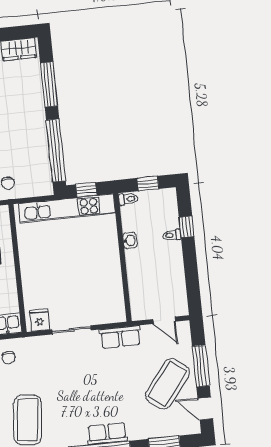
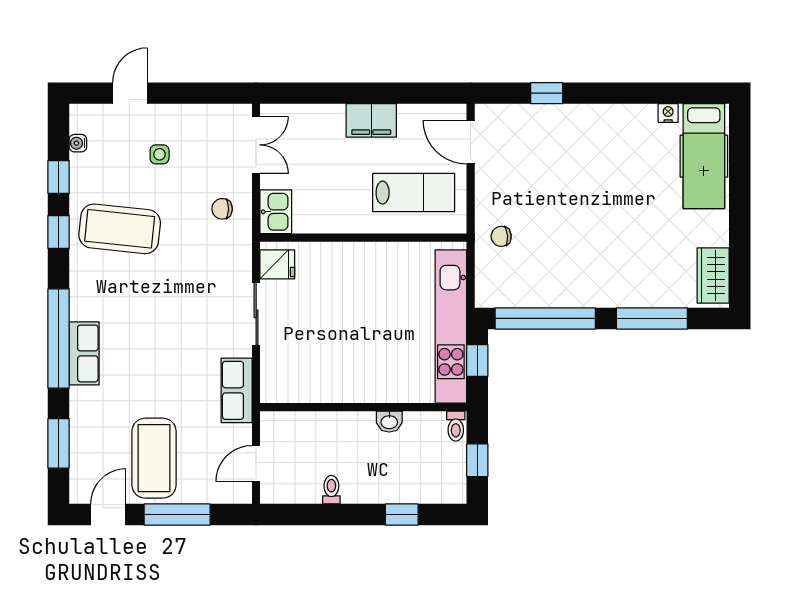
toilet: (172, 235) -> (331, 490), moved
coffee table: (167, 384) -> (154, 458), turned 52

